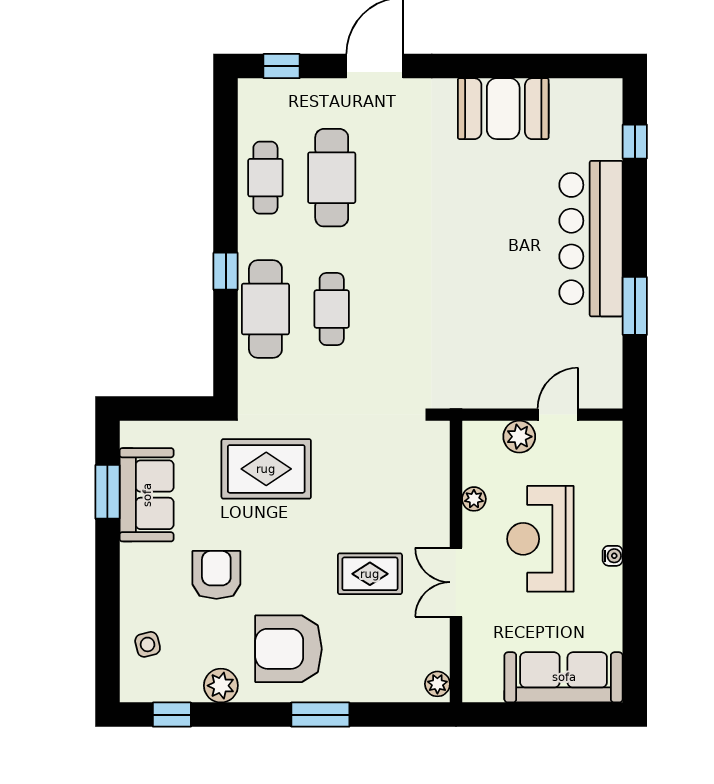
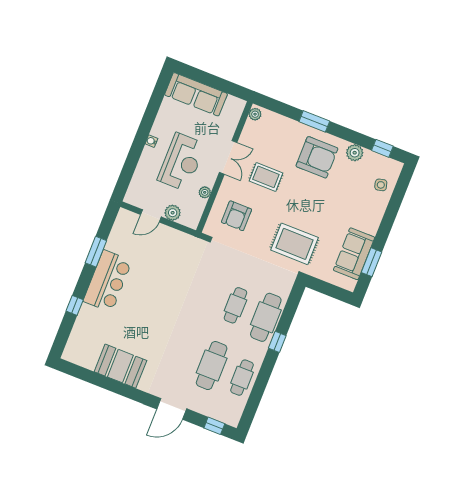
window: (635, 142) -> (75, 305), moved
bar counter: (591, 239) -> (108, 281), width x0.73
armchair: (216, 575) -> (237, 216), moved

